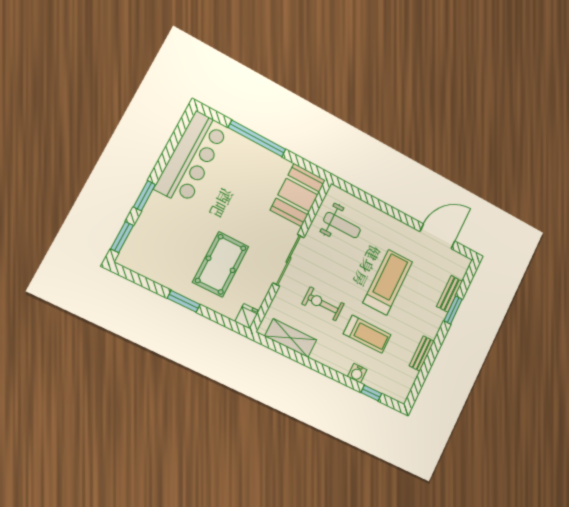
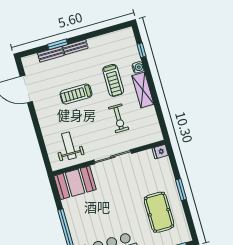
pool table: (221, 264) -> (159, 212), moved, turned 90
treadmill: (388, 282) -> (76, 94), width x0.73, depth x0.73
treadmill: (367, 334) -> (113, 80), turned 180
shelving: (291, 338) -> (143, 90), moved
bench: (422, 354) -> (75, 47), moved

